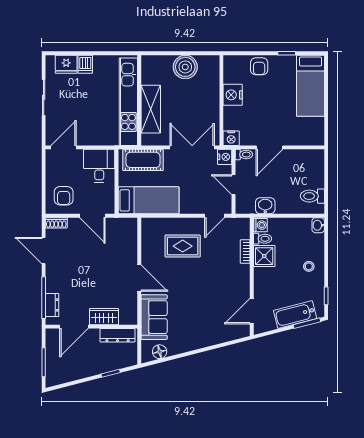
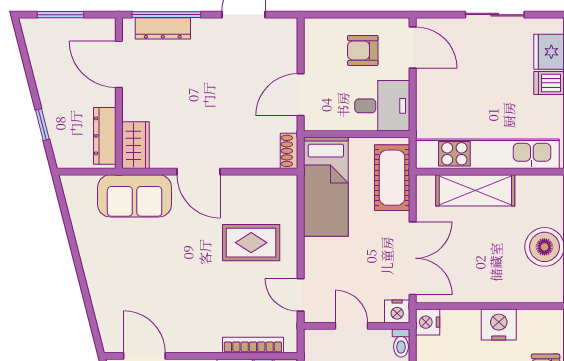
door: (233, 185) -> (351, 326), hinge flipped
armchair: (64, 196) -> (363, 51), moved
shoe rack: (56, 223) -> (289, 151), moved
rug: (183, 246) -> (251, 243), turned 90
bookcase: (245, 252) -> (253, 345), width x1.56
door: (139, 278) -> (198, 172), hinge flipped
dresser: (52, 305) -> (163, 28), width x1.44
wardrobe: (104, 317) -> (135, 145), moved
floor lamp: (160, 352) -> (78, 205), removed

